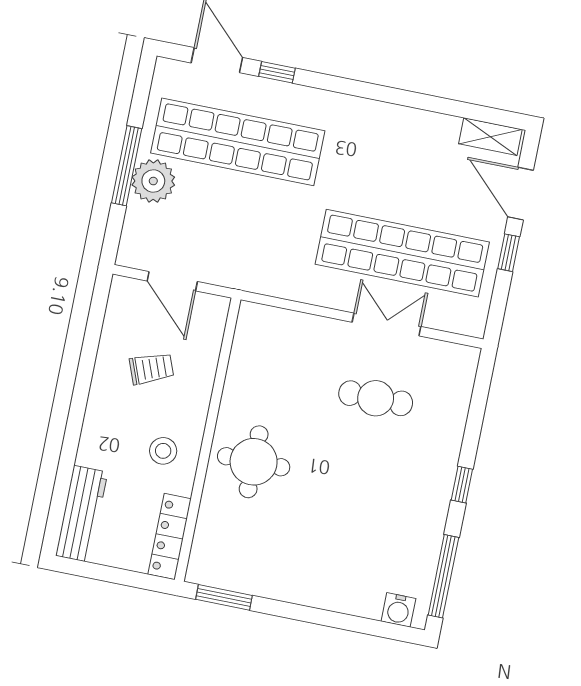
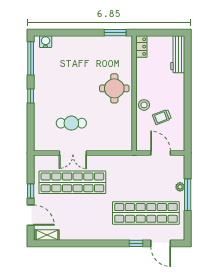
plant: (153, 181) -> (180, 187), width x0.53, depth x0.53
stool: (163, 451) -> (144, 105), moved
locker: (170, 536) -> (141, 47), width x0.66

